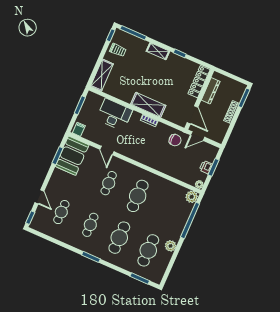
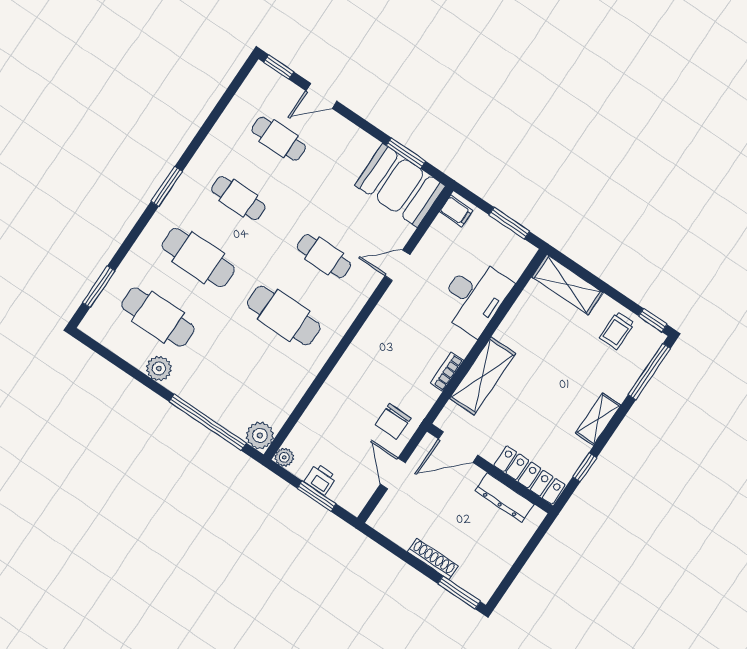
locker: (199, 82) -> (529, 475), moved
dresser: (211, 91) -> (504, 497), moved
wall: (199, 99) -> (490, 469), moved
door: (192, 115) -> (458, 447), moved

